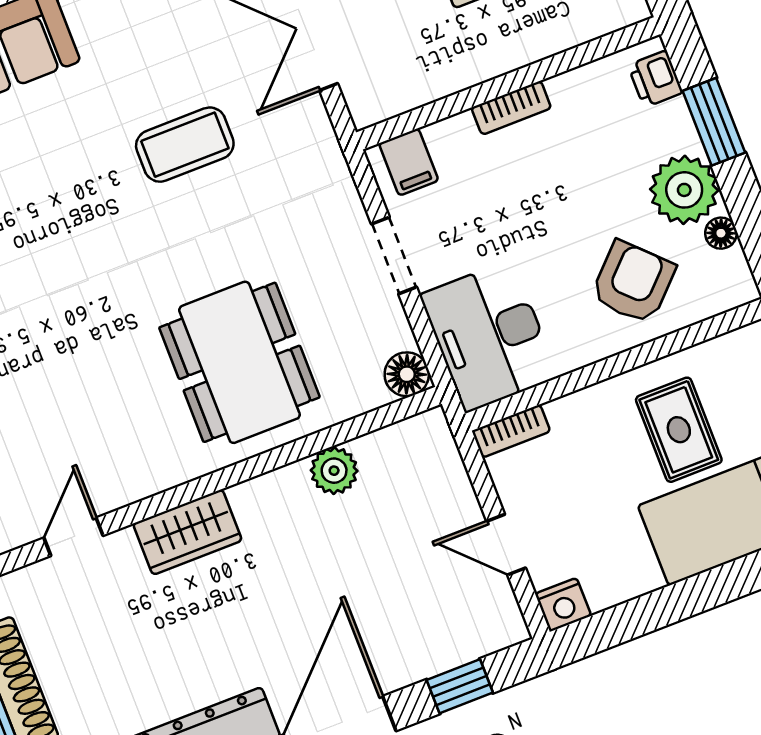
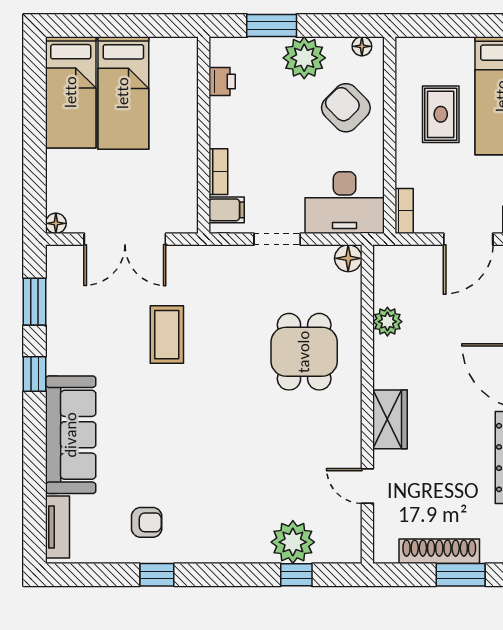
printer: (655, 79) -> (222, 82), moved, turned -90
bookcase: (511, 108) -> (218, 172), moved
floor lamp: (721, 233) -> (362, 46), moved
dining table: (239, 362) -> (304, 352), width x0.73
rug: (679, 430) -> (441, 114), turned 90
door: (506, 545) -> (468, 239), width x1.38

